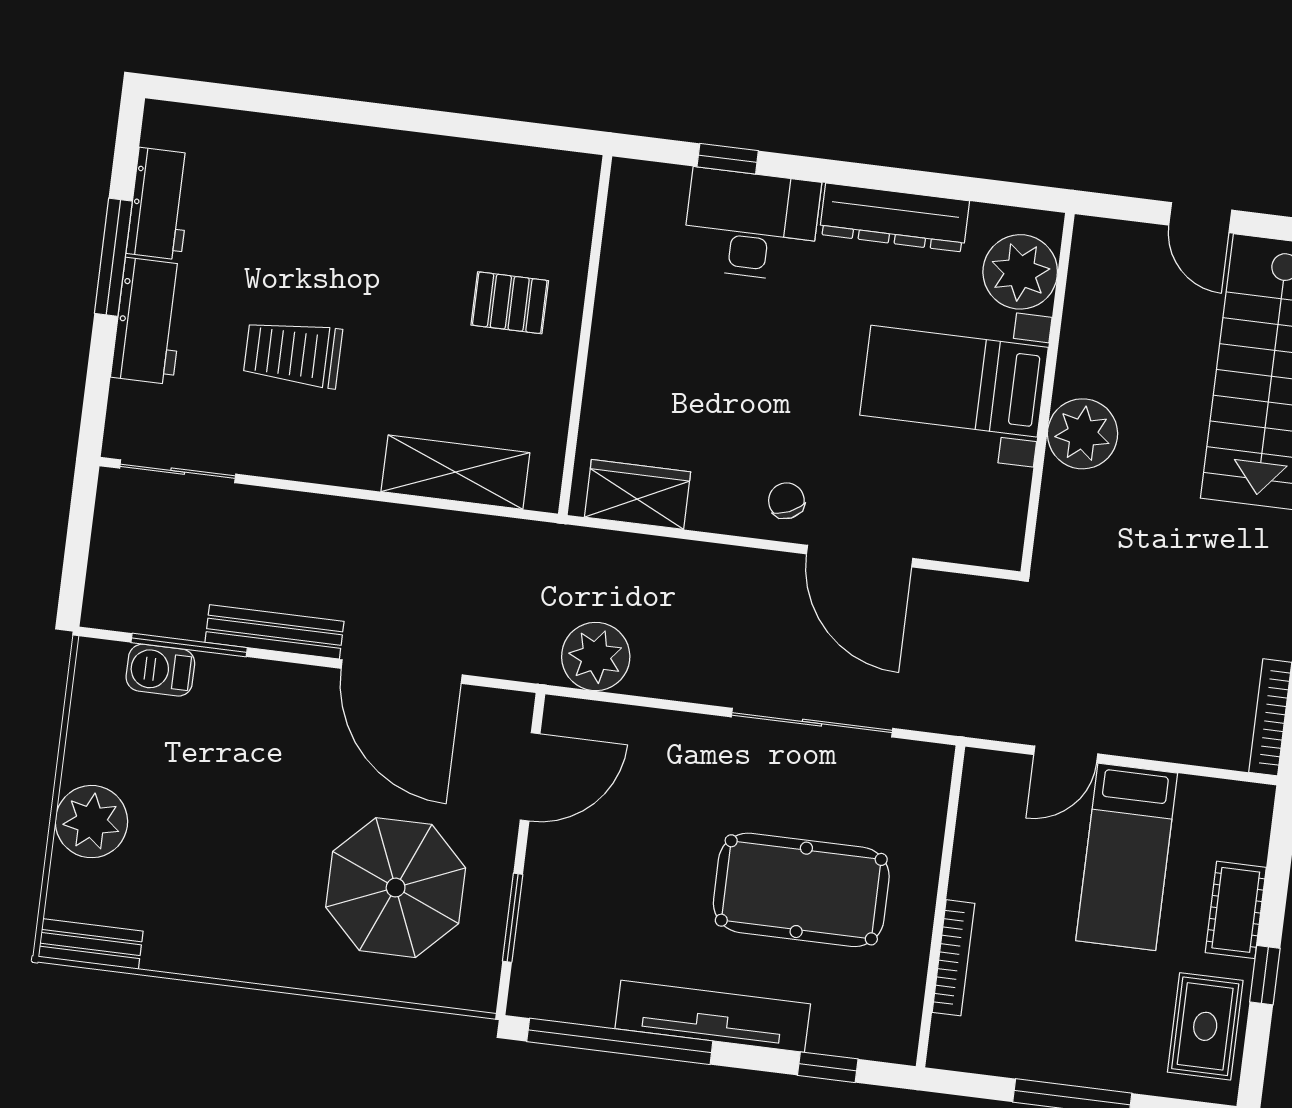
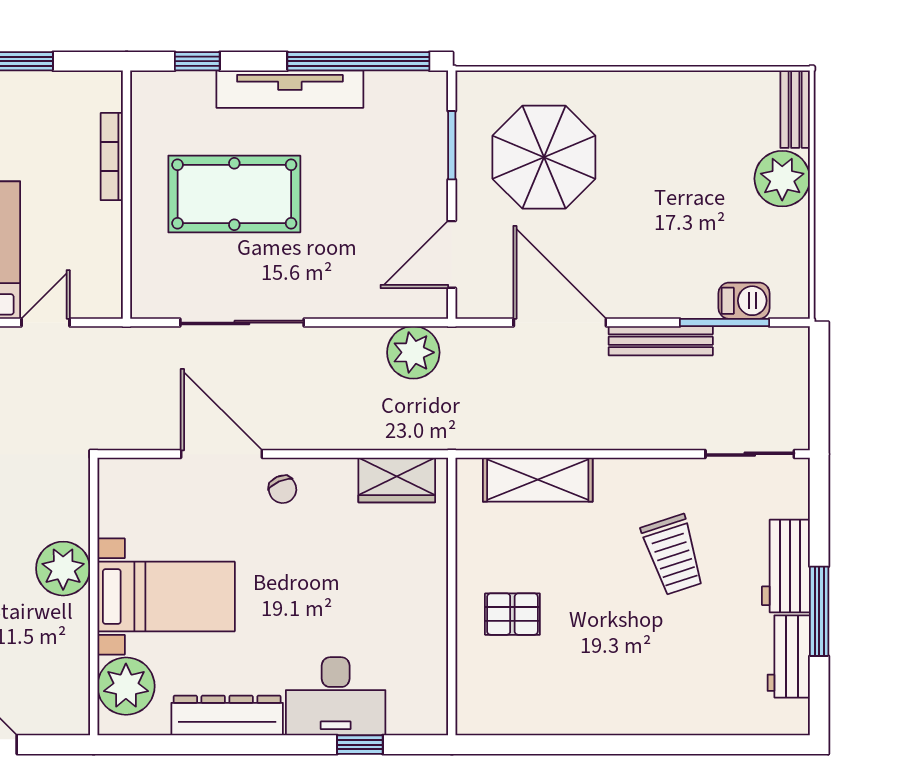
trolley: (293, 354) -> (673, 555), turned 72
bench: (91, 944) -> (795, 109), moved, turned 90

